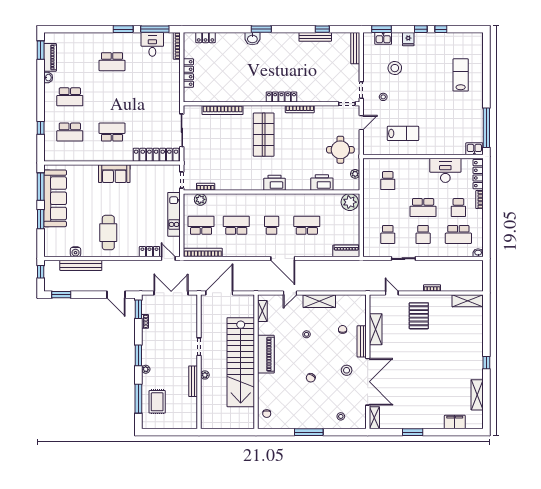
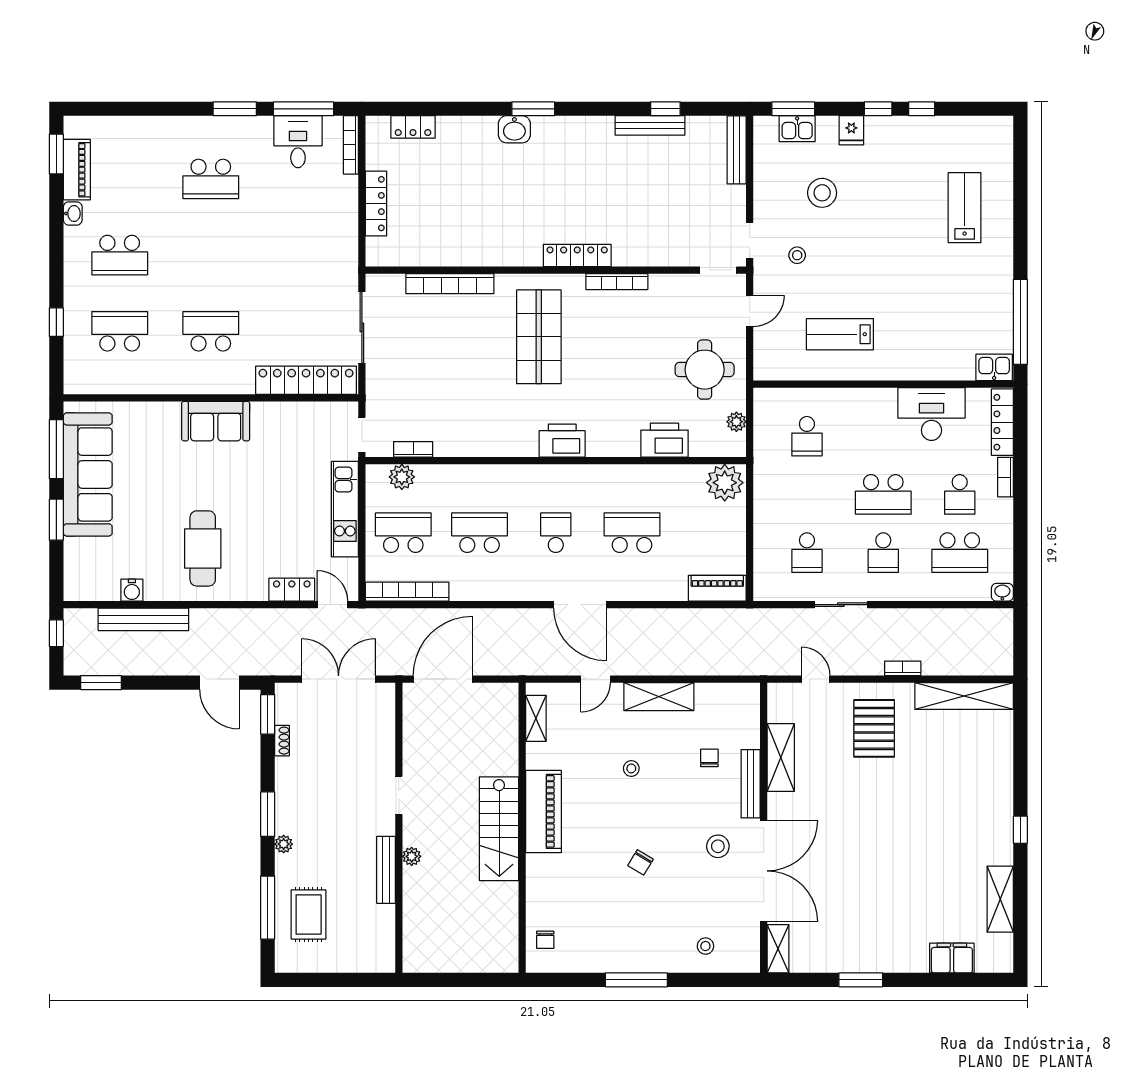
school desk: (70, 132) -> (120, 331), turned 180
lab bench: (403, 133) -> (840, 334), turned 180
shelving: (468, 301) -> (964, 696), width x1.47
stairs: (241, 362) -> (499, 829), width x0.54, depth x0.66

